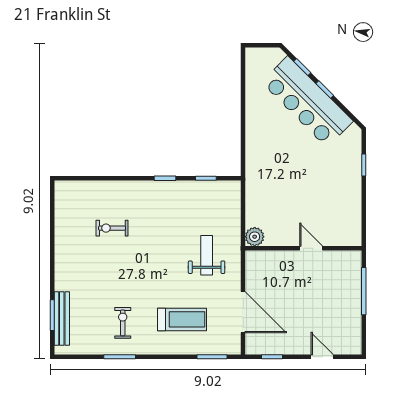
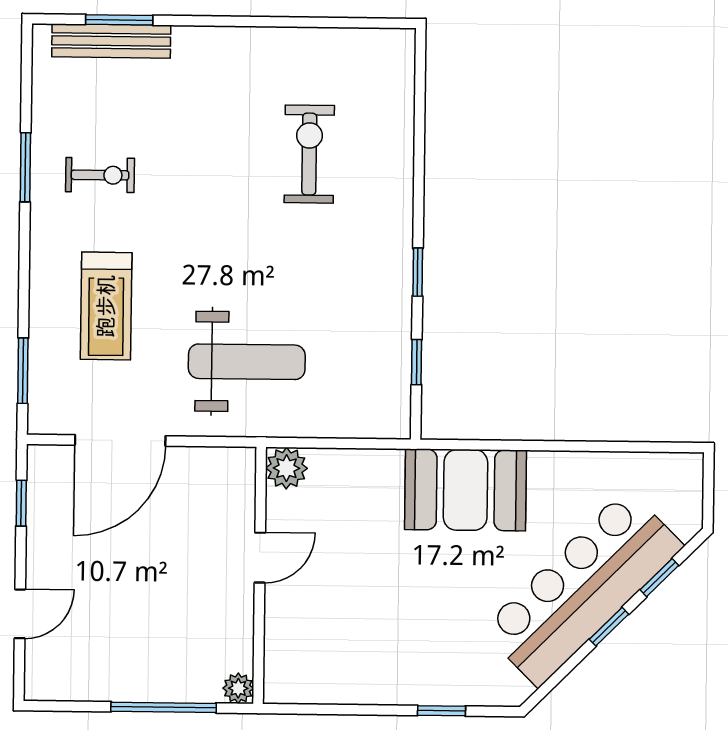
booth: (263, 155) -> (465, 490), added
exercise bike: (112, 228) -> (309, 154), width x1.38, depth x1.39
door: (311, 248) -> (260, 558), moved
weight bench: (207, 255) -> (247, 362), width x1.36, depth x1.33
plant: (355, 257) -> (238, 688), added

